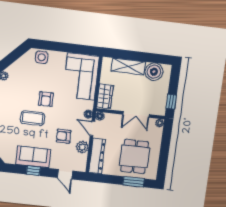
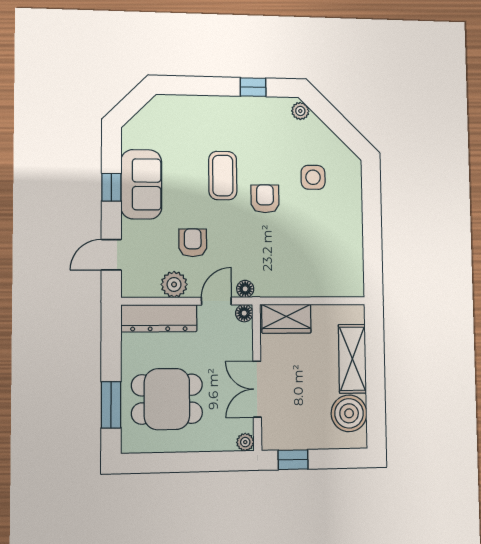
side table: (42, 57) -> (313, 177), moved
corner sofa: (81, 77) -> (319, 265), removed
armchair: (46, 99) -> (265, 199), turned 90

